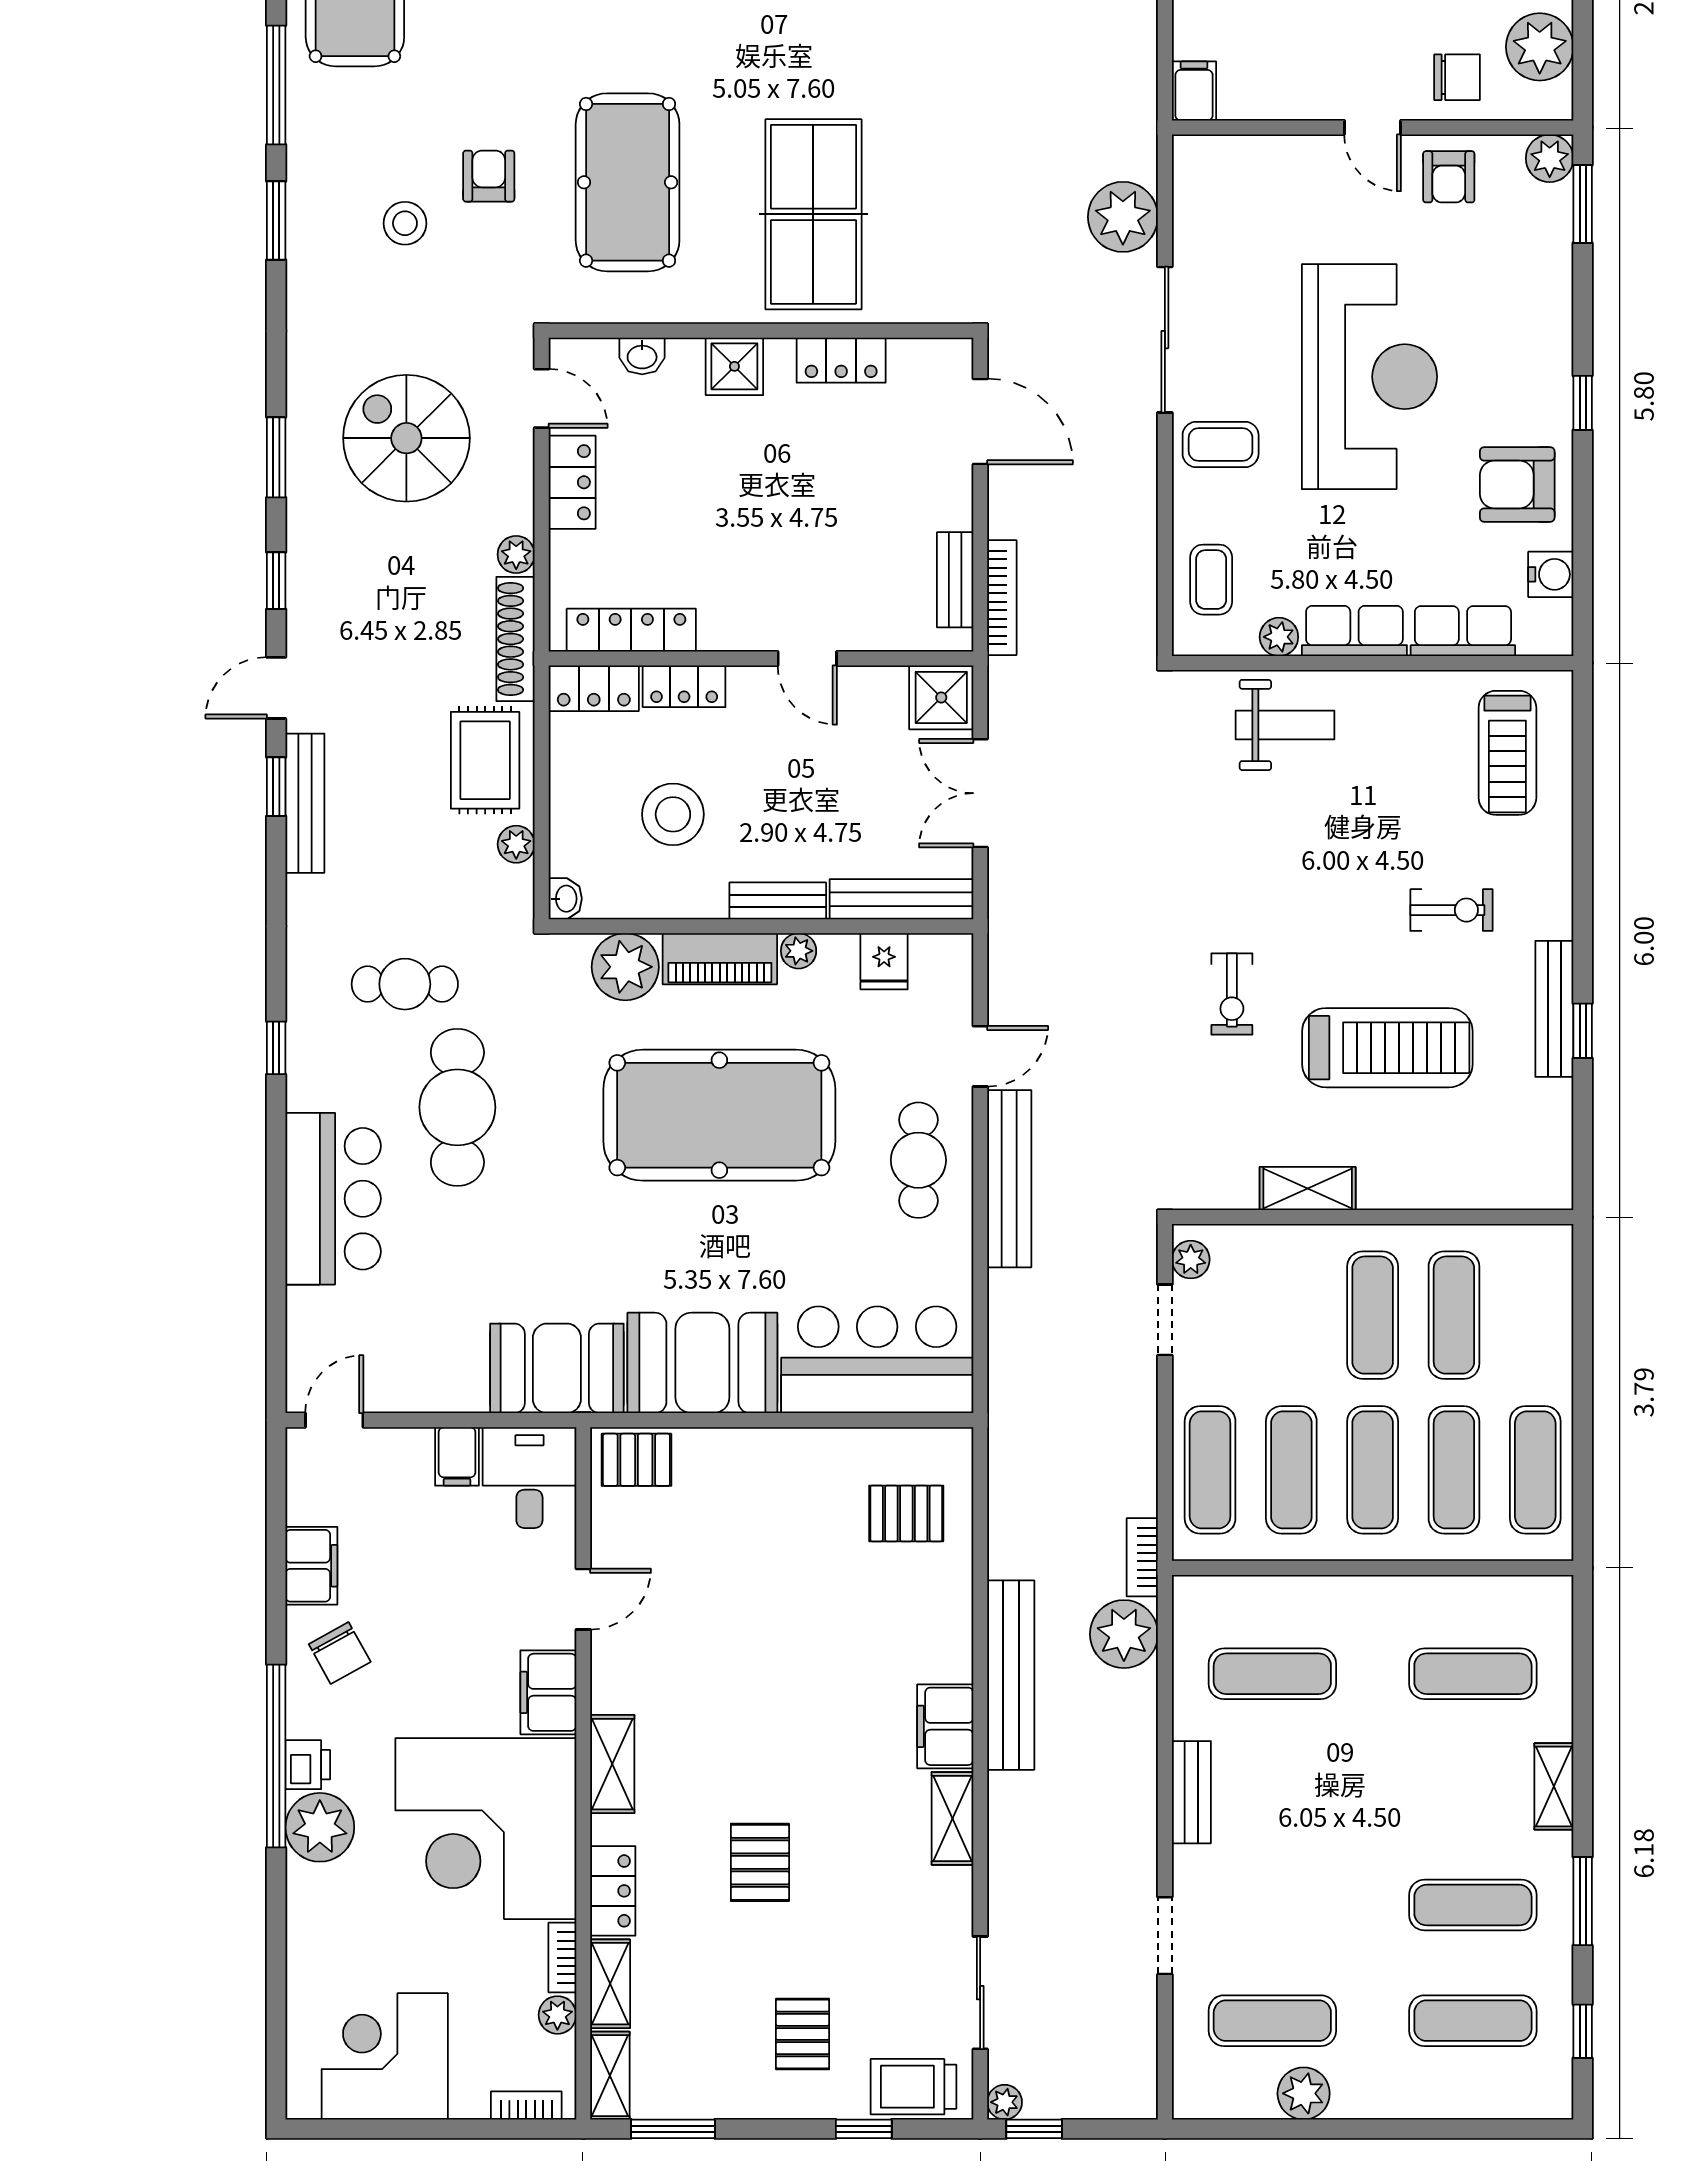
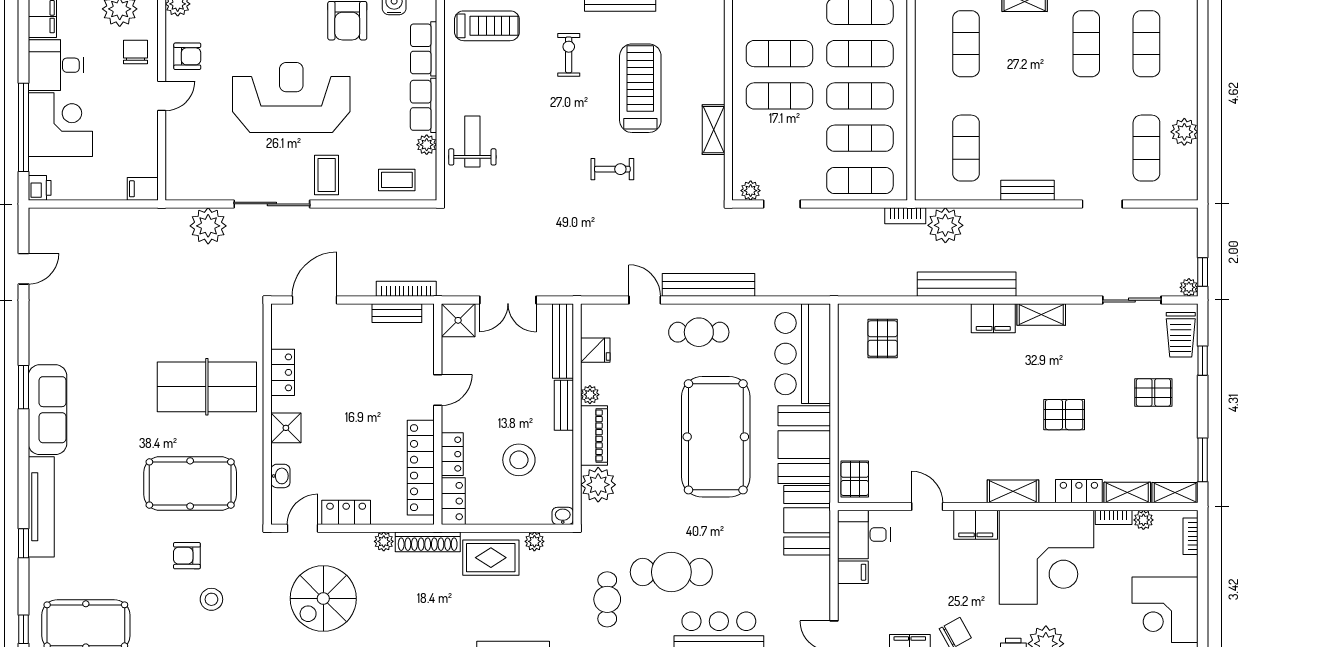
locker: (631, 630) -> (421, 468), width x1.41, depth x1.21
pool table: (719, 1115) -> (716, 437), moved

